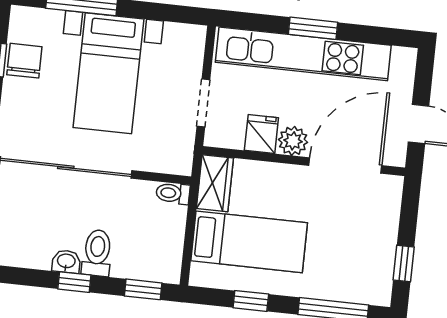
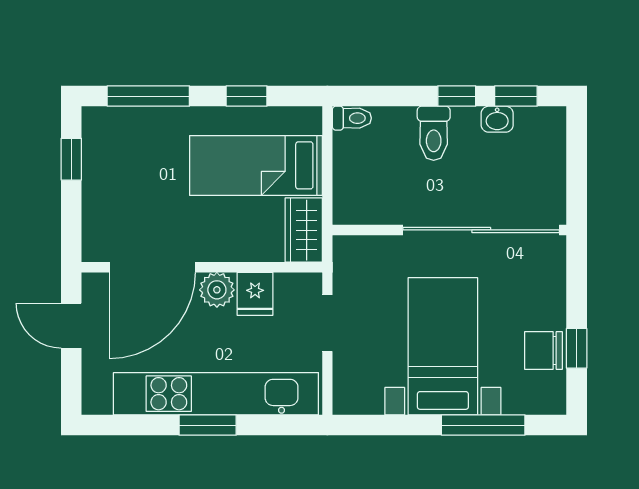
chair: (24, 61) -> (543, 350), turned 90
toilet: (173, 193) -> (352, 118), moved
washbasin: (66, 261) -> (497, 119), moved
window: (143, 289) -> (516, 96), moved

